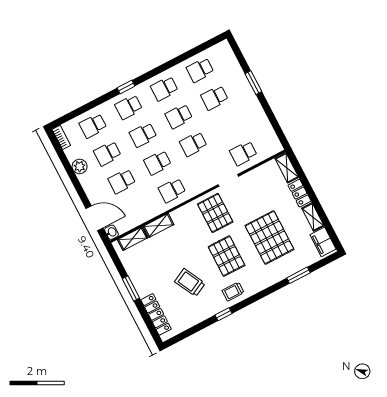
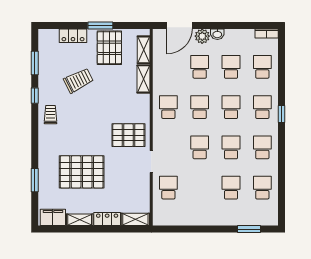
window: (253, 83) -> (249, 229), moved
plant: (80, 166) -> (202, 36), moved
washbasin: (111, 232) -> (217, 34), moved
pallet: (227, 256) -> (109, 48), moved, turned 90
locker: (156, 314) -> (73, 36), width x0.66
window: (195, 329) -> (35, 63), added

